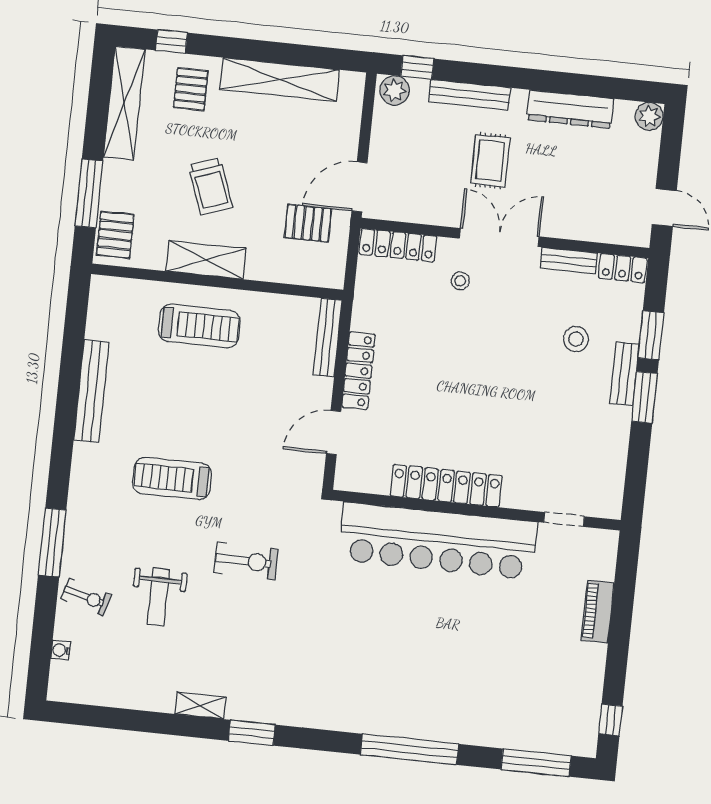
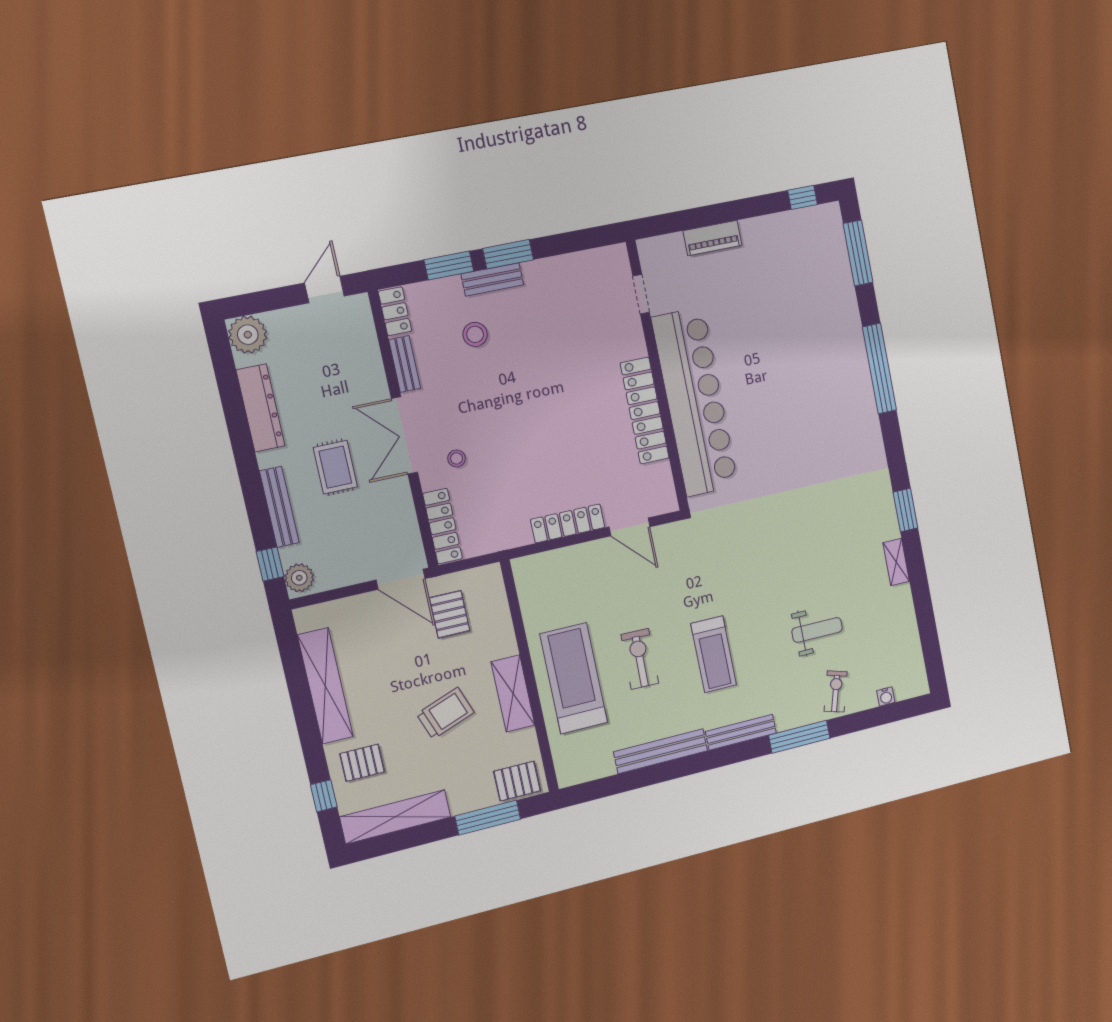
plant: (649, 116) -> (248, 335), width x1.36, depth x1.36
rug: (490, 161) -> (335, 467), turned 90
treadmill: (199, 326) -> (574, 678), width x1.37, depth x1.38
bench: (327, 338) -> (741, 732), moved
exercise bike: (246, 561) -> (640, 659), moved

